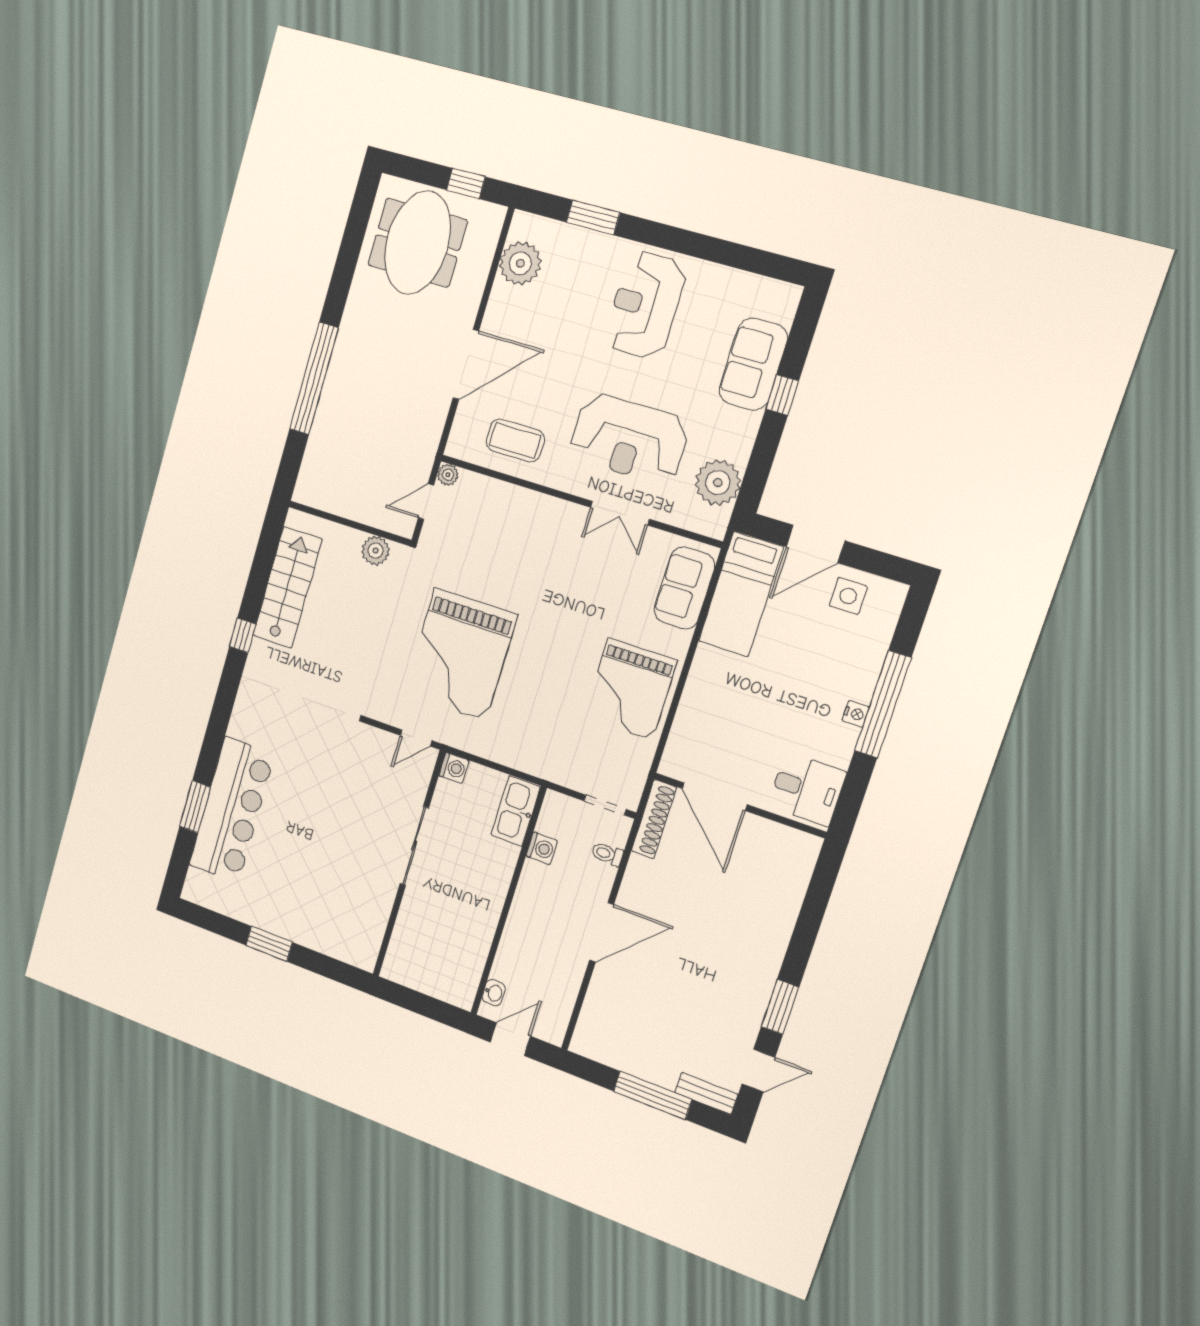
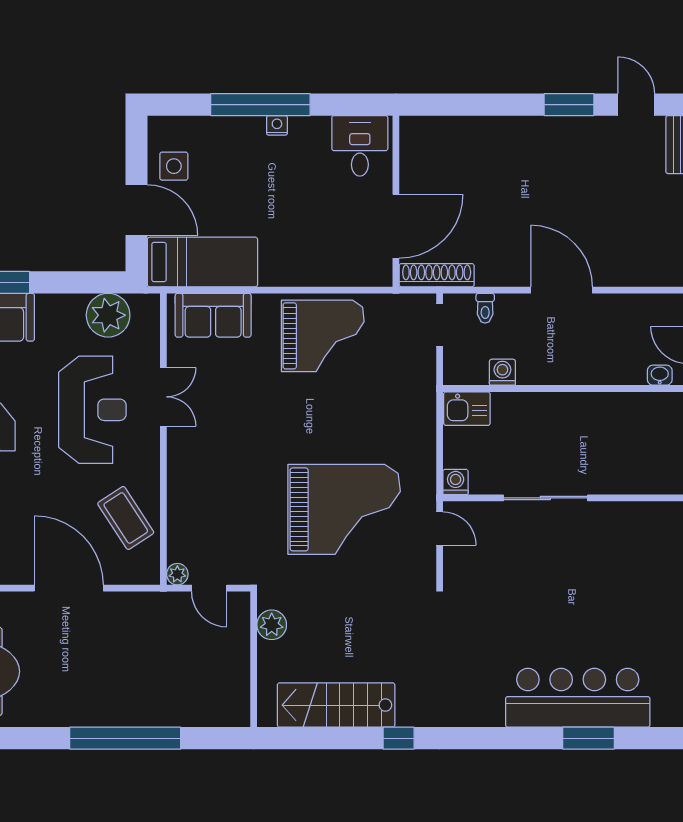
coffee table: (515, 440) -> (126, 518), turned -33
kitchen sink: (516, 811) -> (467, 409), width x0.73

